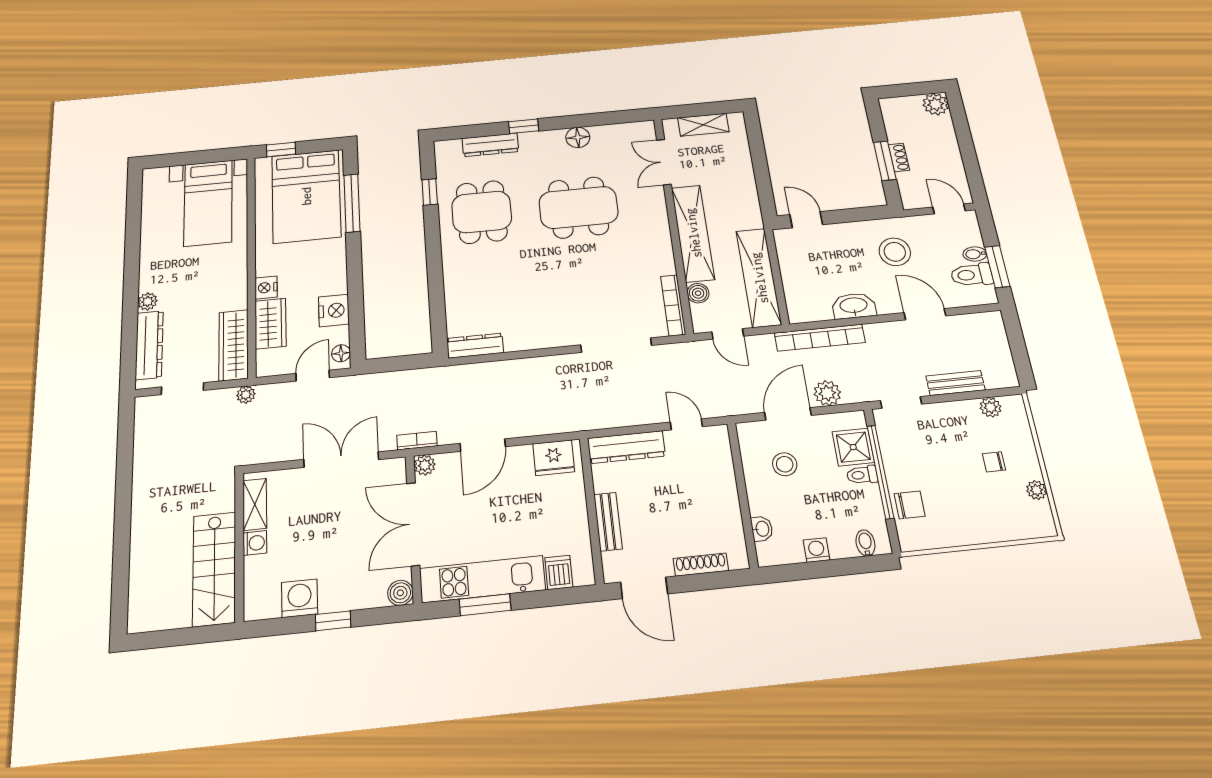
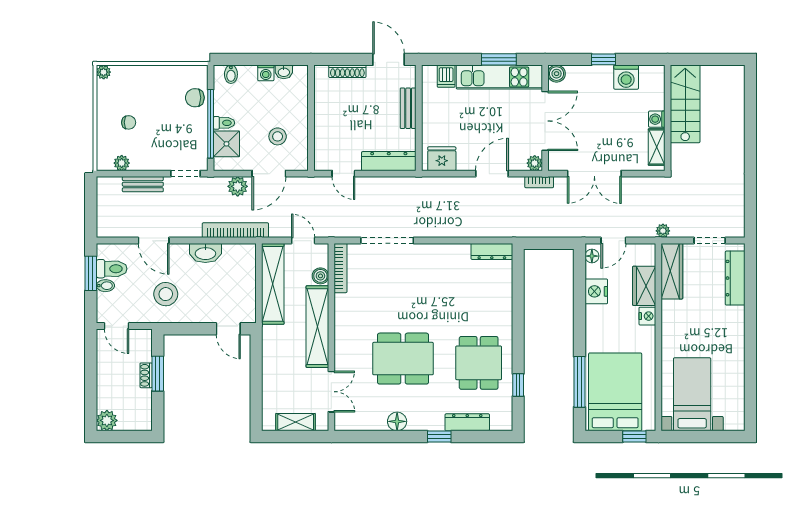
plant: (148, 301) -> (737, 314), removed
plant: (1036, 490) -> (104, 72), moved
washbasin: (762, 529) -> (284, 72), moved, turned -90

